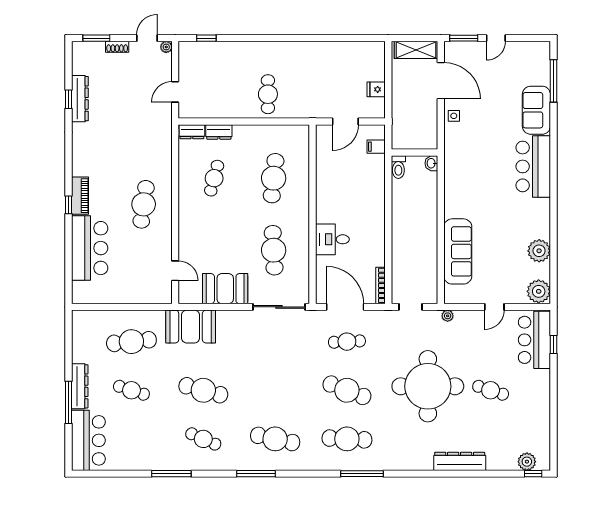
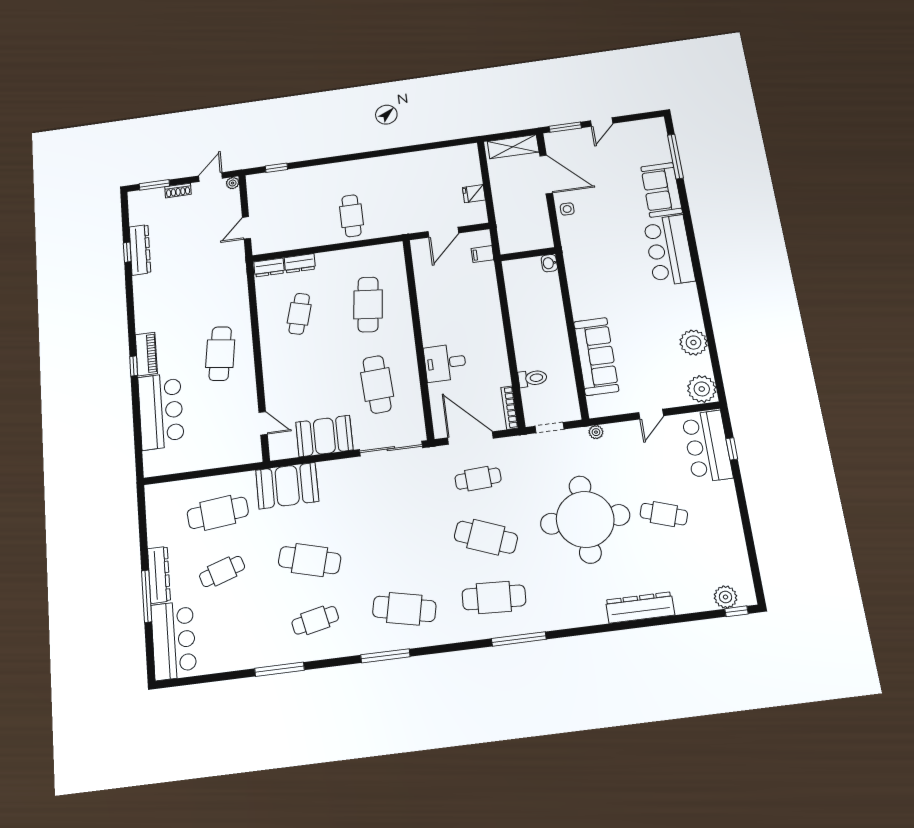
toilet: (398, 167) -> (533, 378), moved, turned -90
cafe table: (131, 390) -> (222, 571), turned -36
cafe table: (203, 439) -> (315, 620), turned -36

